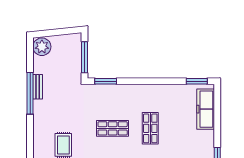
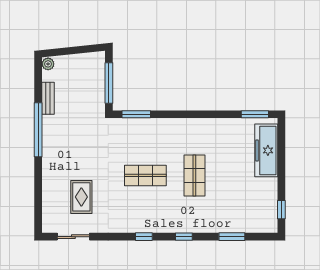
plant: (42, 47) -> (48, 64), width x0.53, depth x0.53
bench: (38, 87) -> (48, 98), moved

